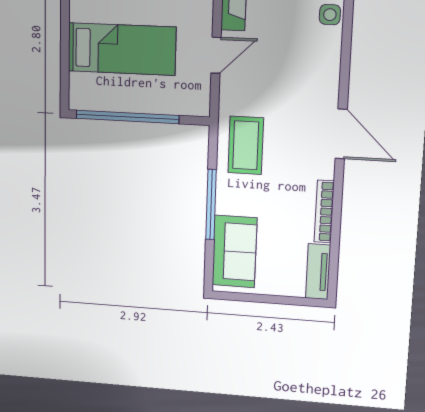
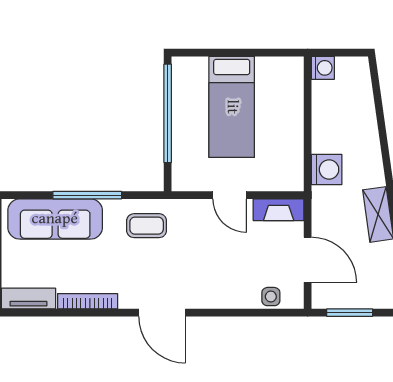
door: (341, 134) -> (162, 313), hinge flipped
coffee table: (246, 145) -> (147, 226), width x0.73, depth x0.77
sofa: (234, 252) -> (55, 219), width x1.36

